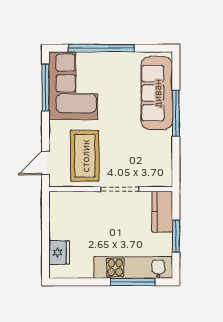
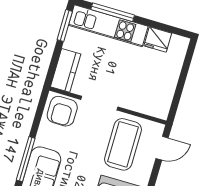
armchair: (154, 171) -> (62, 111), added
window: (176, 236) -> (65, 25), moved
fridge: (59, 252) -> (158, 39), moved, turned -90

